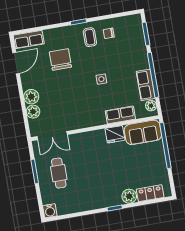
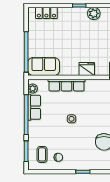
coffee table: (90, 37) -> (42, 154), moved
row of seats: (120, 115) -> (67, 85), width x1.48
fridge: (115, 134) -> (87, 69), moved
plant: (129, 196) -> (94, 13), moved

